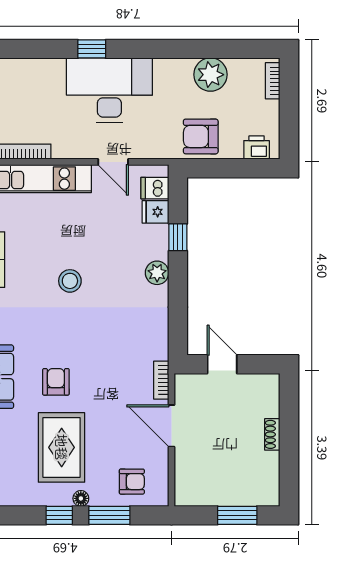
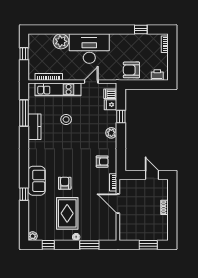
window: (92, 49) -> (141, 30), moved
plant: (210, 75) -> (61, 41), moved
door: (113, 162) -> (91, 82), swing flipped
stool: (70, 281) -> (66, 119), moved
door: (222, 364) -> (152, 175), moved
armchair: (132, 482) -> (102, 162), moved
window: (59, 515) -> (48, 245), moved

